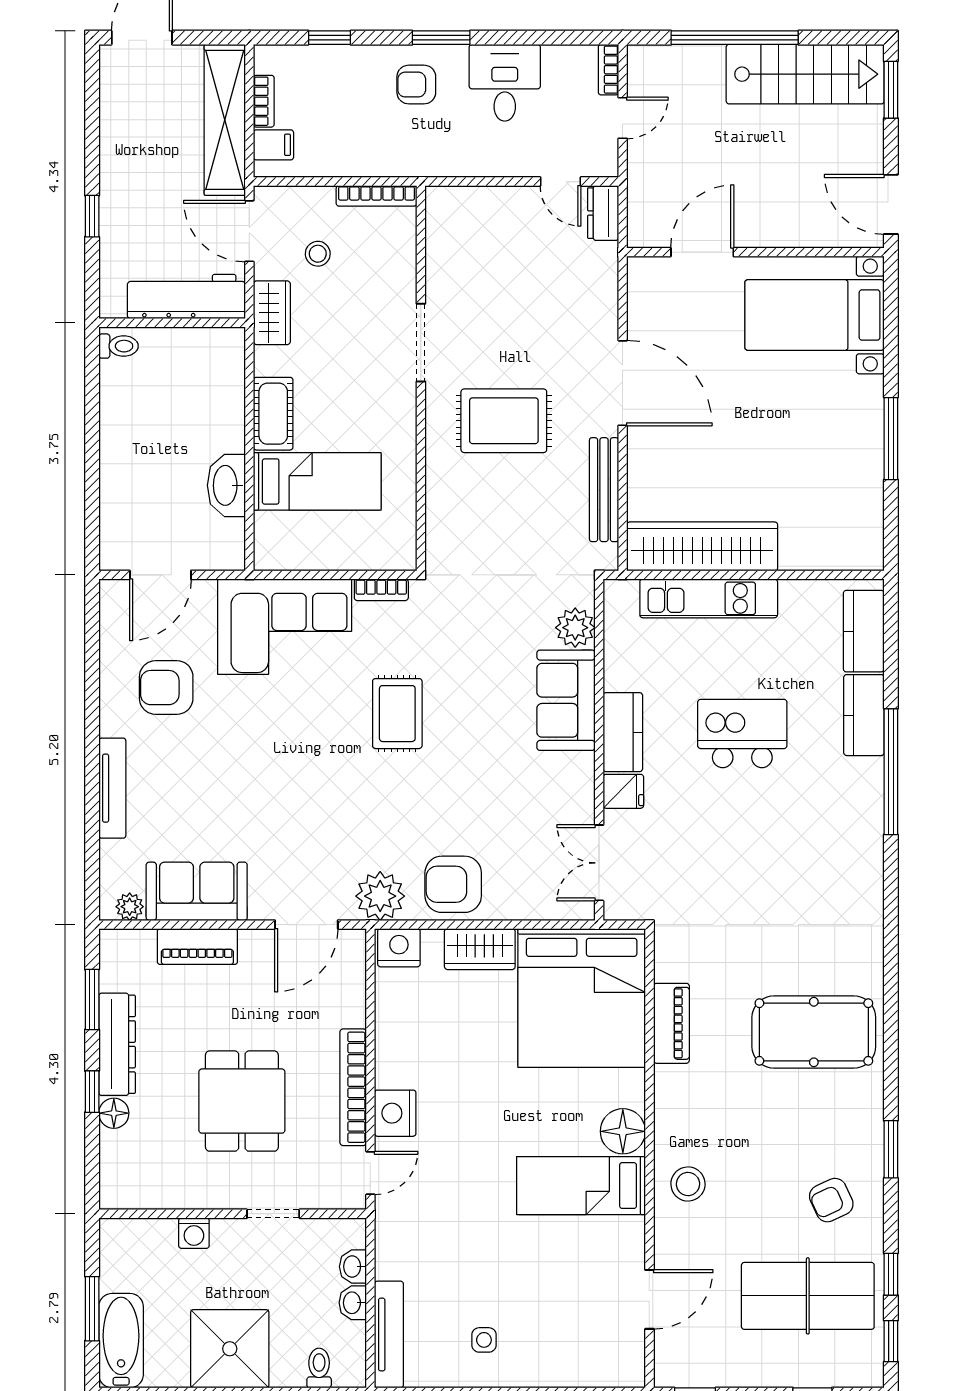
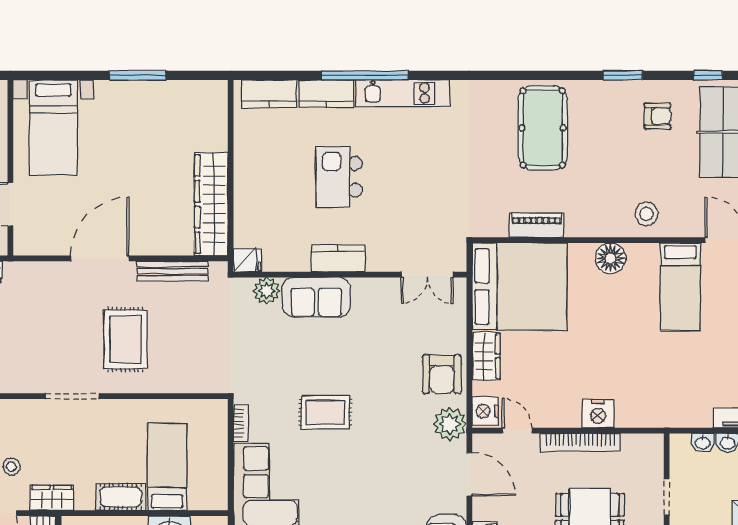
kitchen unit: (709, 598) -> (403, 93), moved, turned 90
fridge: (623, 791) -> (247, 260), moved, turned 90
door: (370, 1173) -> (517, 431), moved
bed: (581, 1186) -> (680, 287), moved
armchair: (831, 1200) -> (657, 116), turned -65

